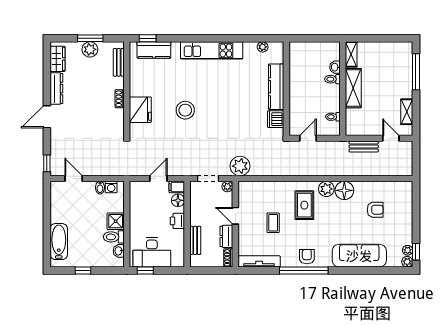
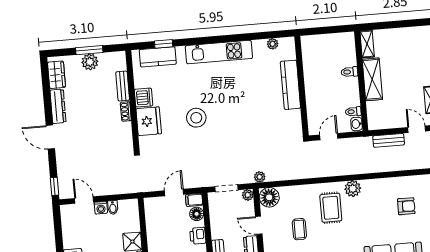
window: (148, 38) -> (164, 44), moved
bench: (119, 62) -> (123, 86), moved
washbasin: (335, 67) -> (357, 124), moved
door: (47, 117) -> (50, 137), hinge flipped
dishwasher: (276, 119) -> (144, 98), moved, turned 180
plant: (240, 166) -> (260, 177), width x0.53, depth x0.53
washing machine: (111, 187) -> (101, 208), moved
floor lamp: (344, 190) -> (269, 197), moved

